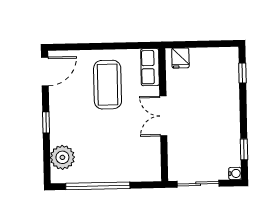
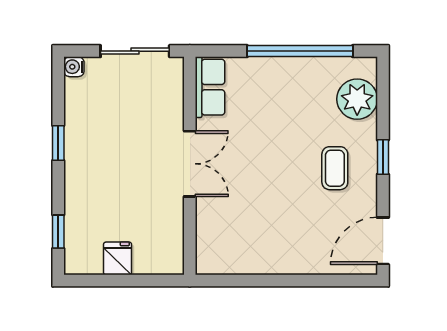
fridge: (180, 58) -> (118, 258), moved
row of seats: (150, 67) -> (210, 87), moved
coffee table: (108, 85) -> (335, 168), moved, width x0.54, depth x0.58
window: (244, 149) -> (58, 143), moved

